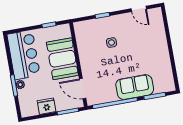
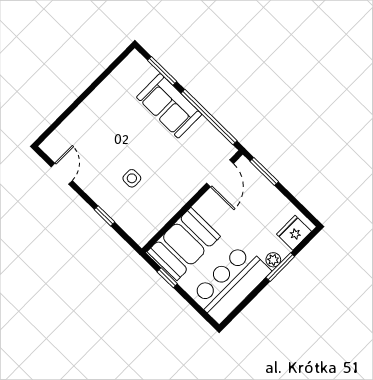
booth: (62, 59) -> (184, 244), moved
fridge: (47, 106) -> (294, 233), moved, turned 90

